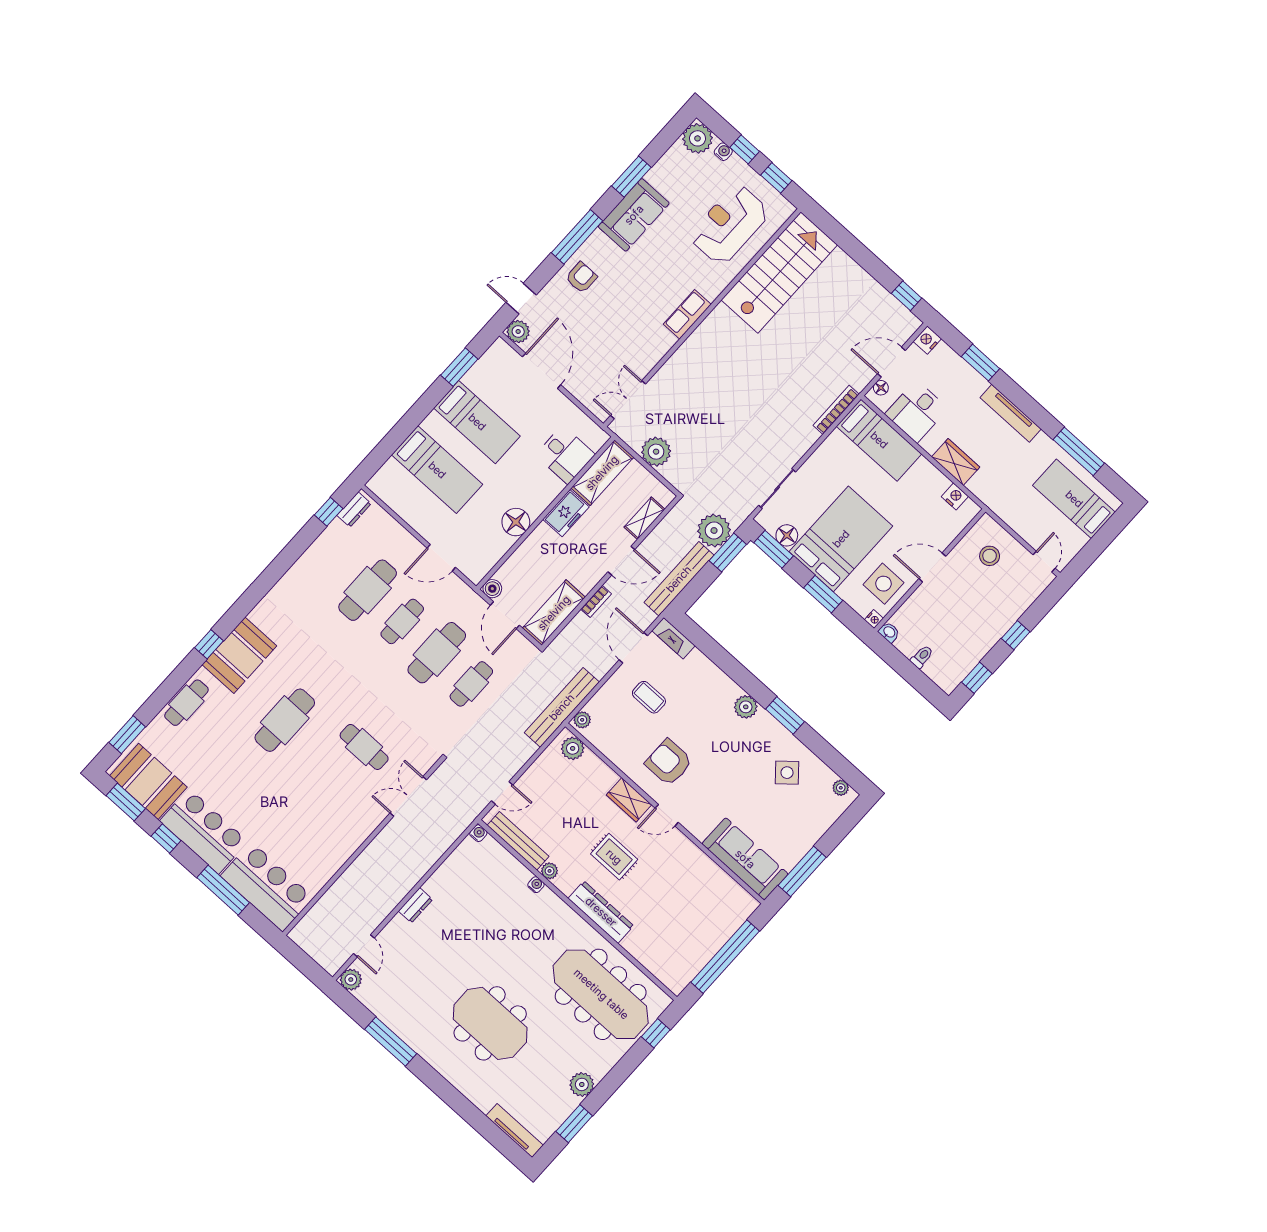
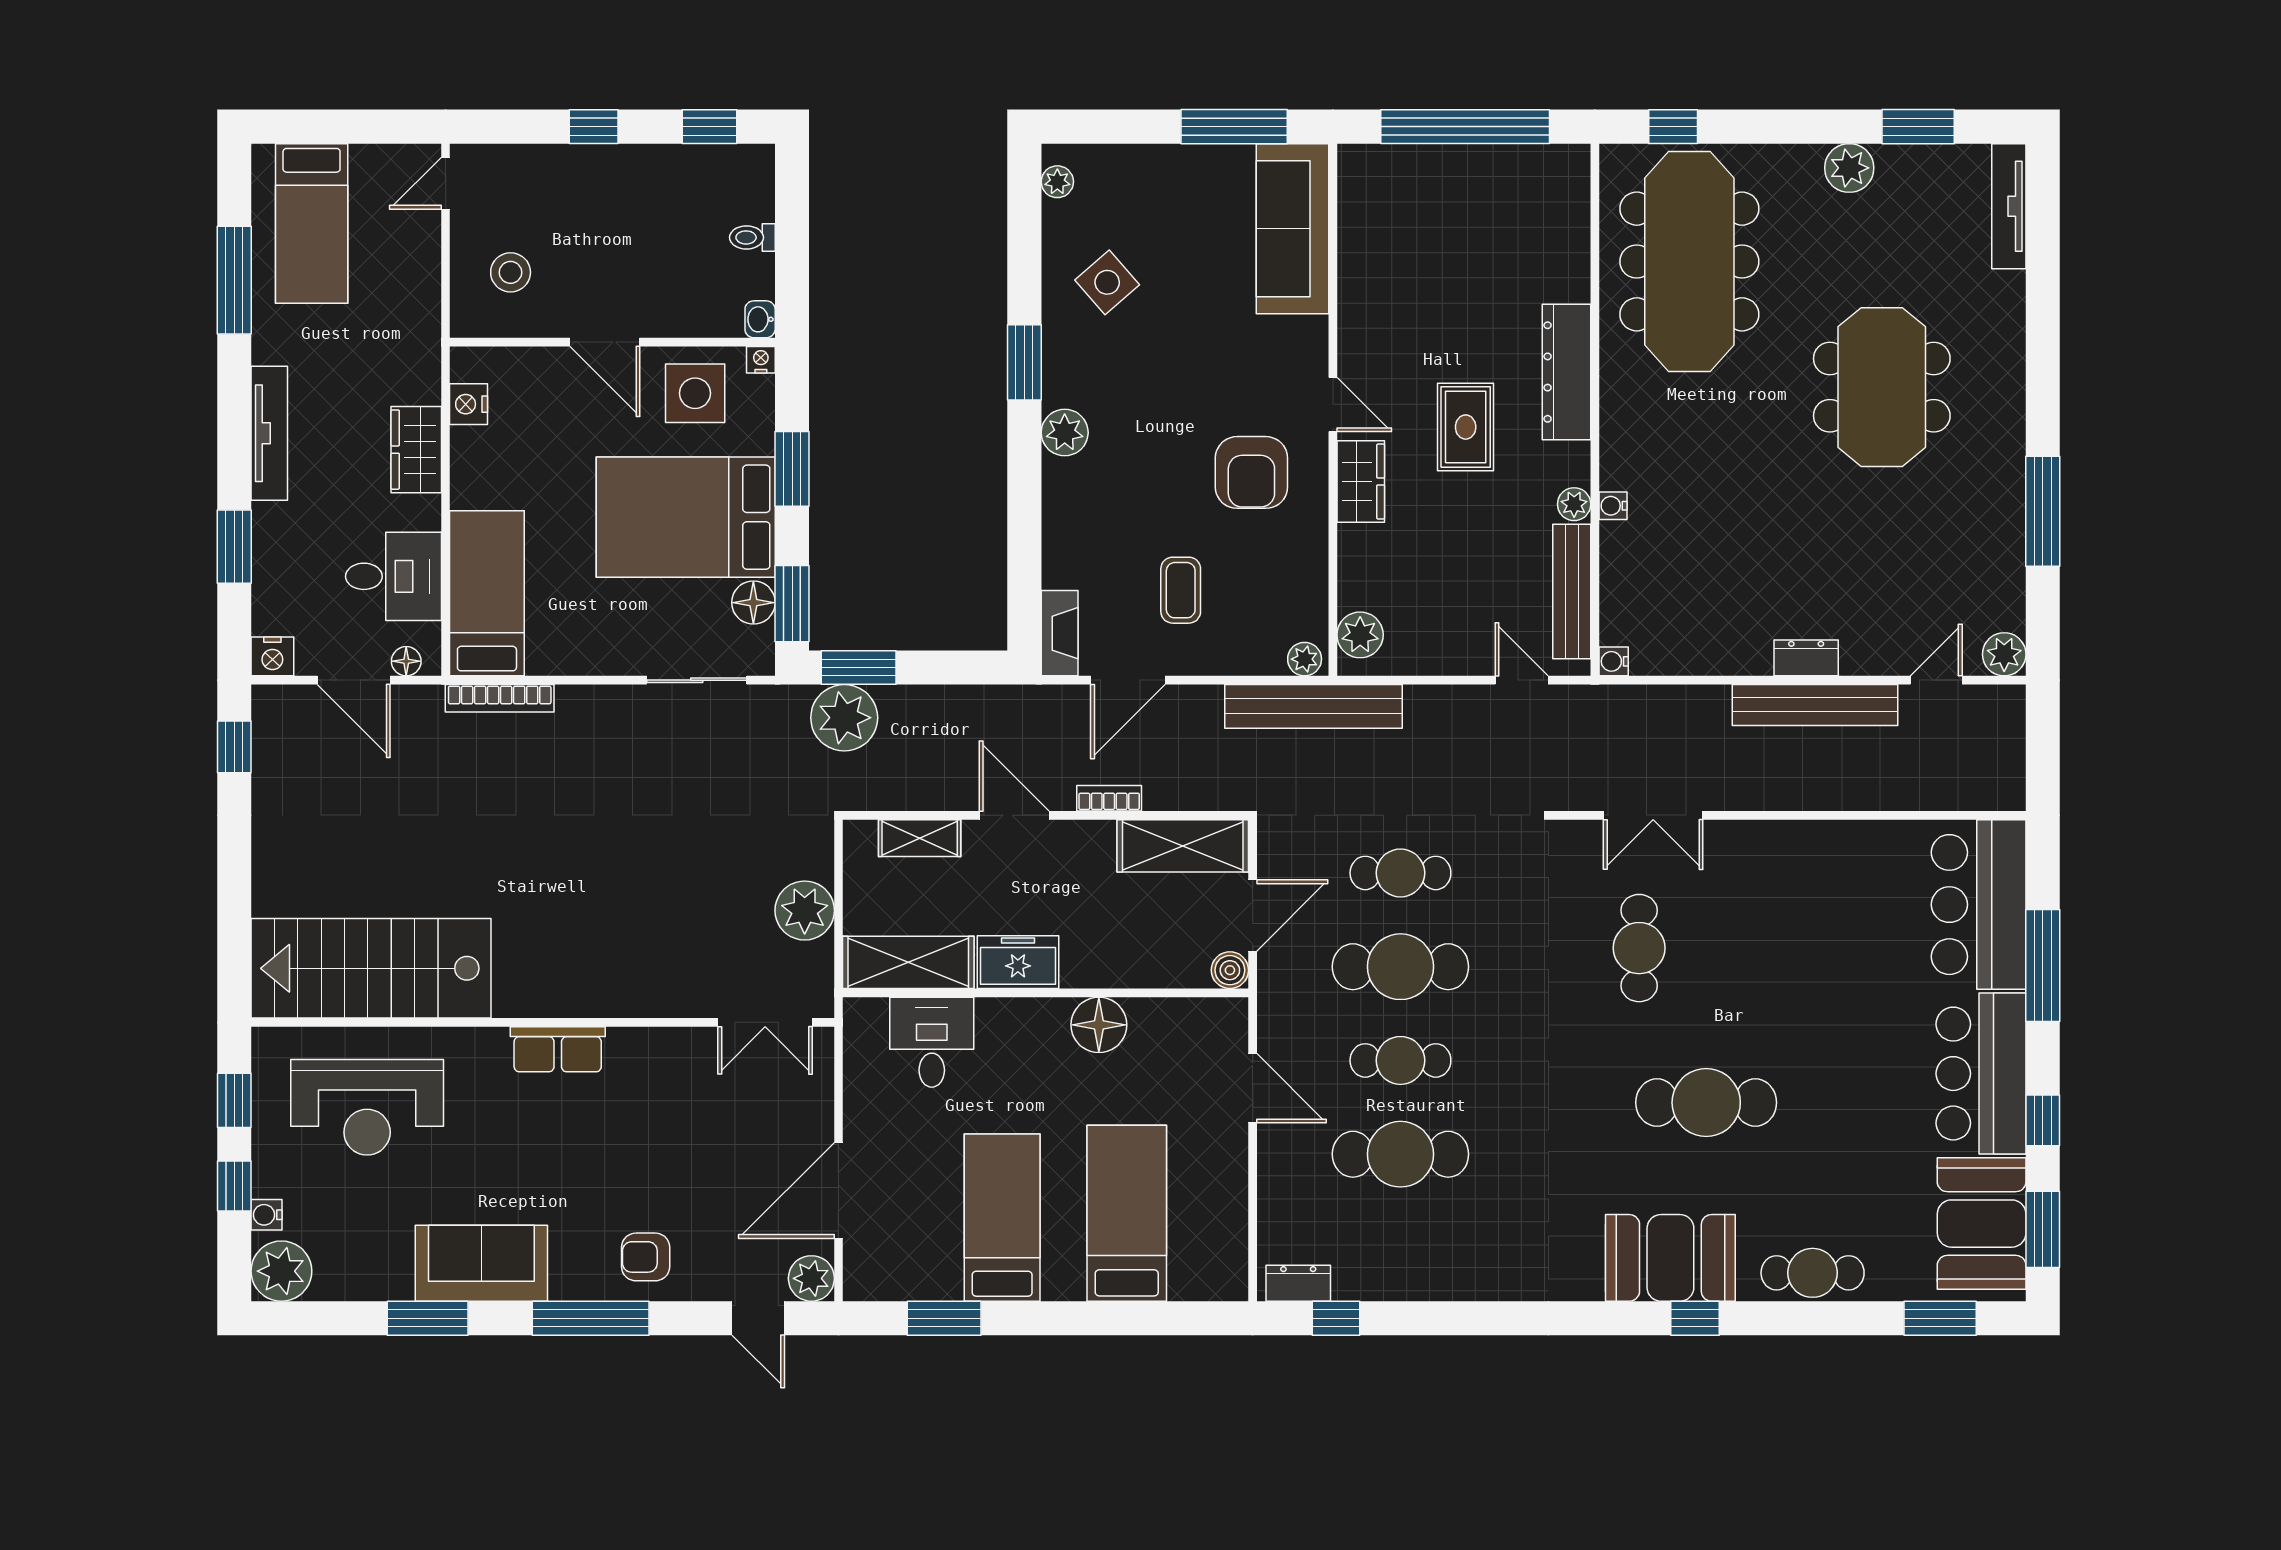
bench: (679, 579) -> (1815, 705), moved

